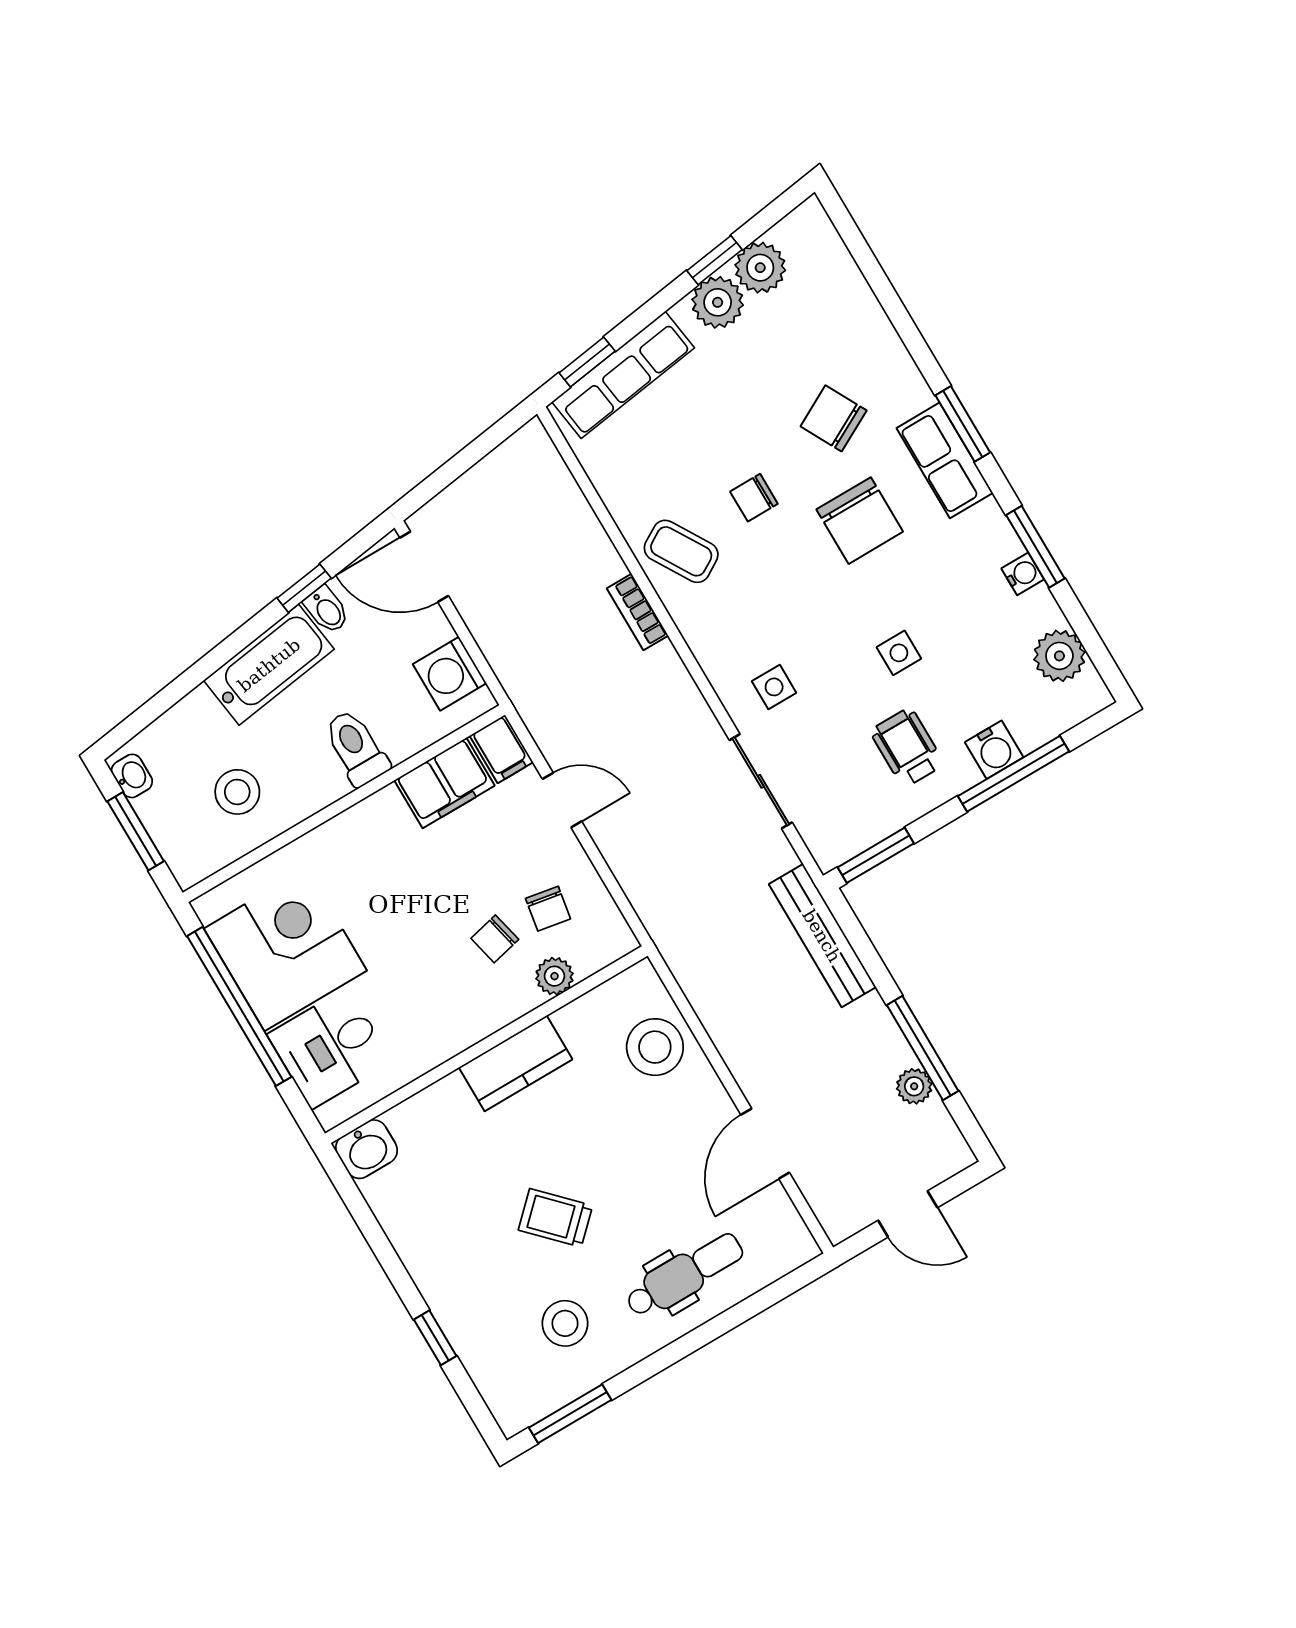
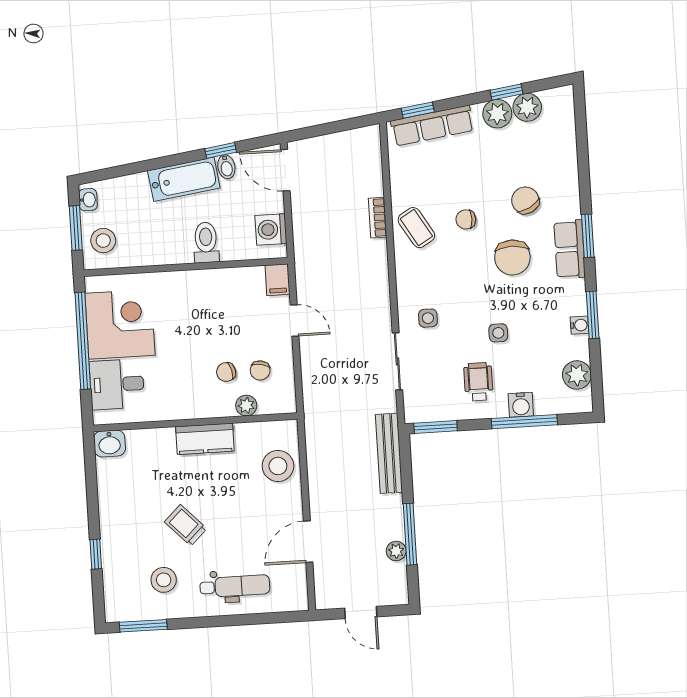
bookcase: (638, 612) -> (378, 218), moved
filing cabinet: (444, 783) -> (241, 282), removed
stool: (237, 792) -> (103, 241), moved

